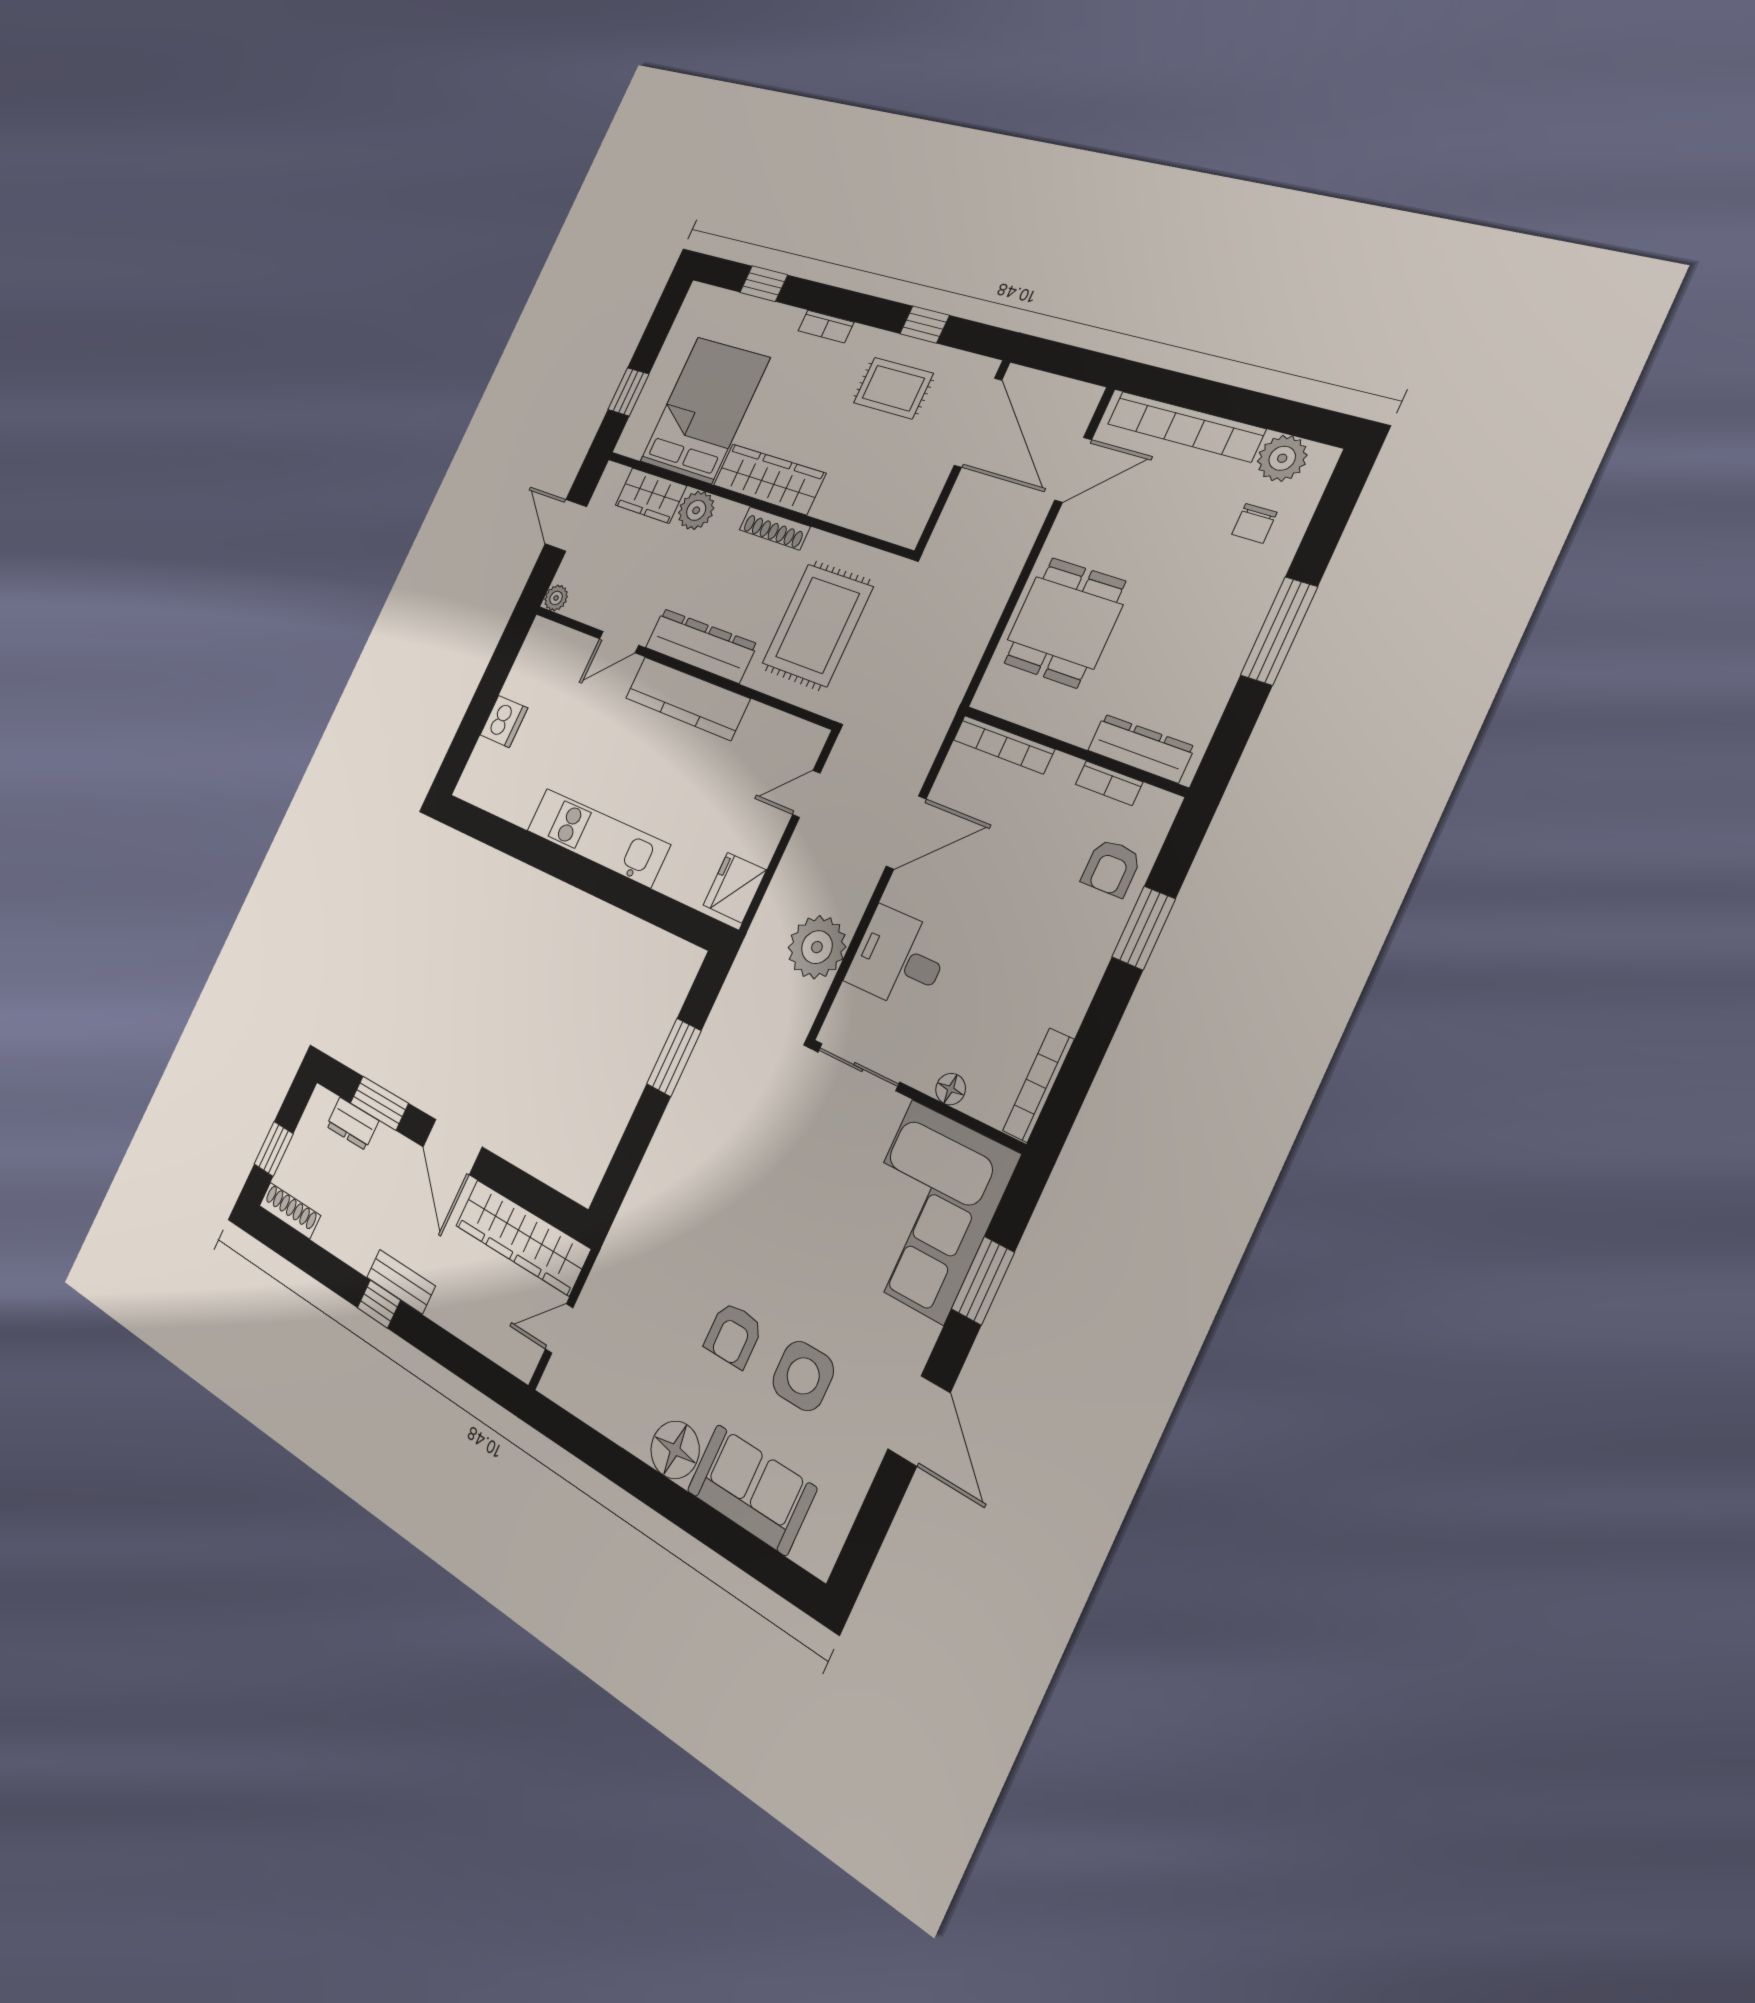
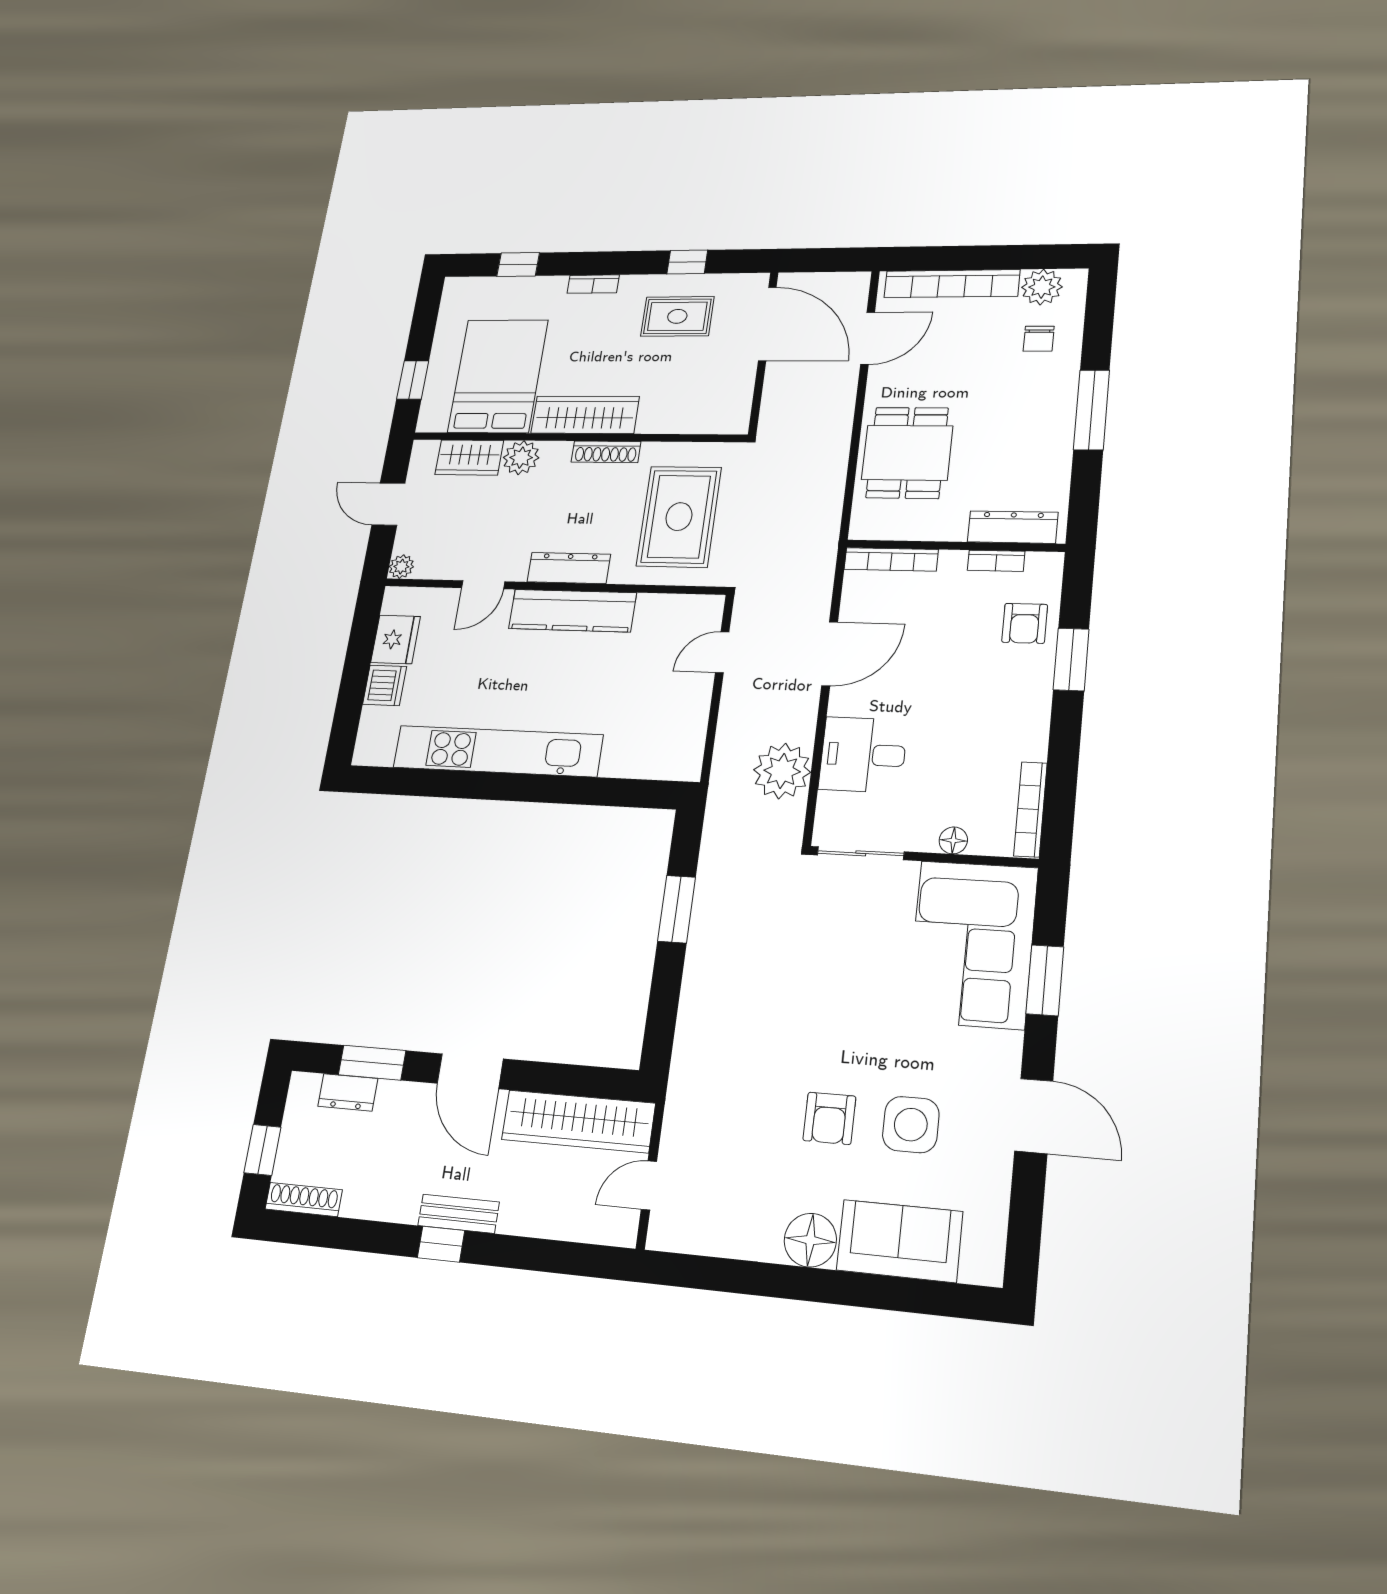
dresser: (701, 646) -> (569, 568), width x0.73, depth x0.80
kitchen unit: (598, 837) -> (497, 751), width x1.36
fridge: (735, 888) -> (396, 639), moved, turned 180

